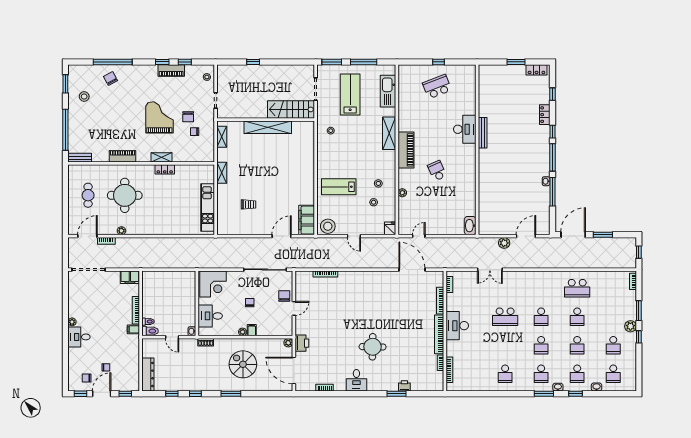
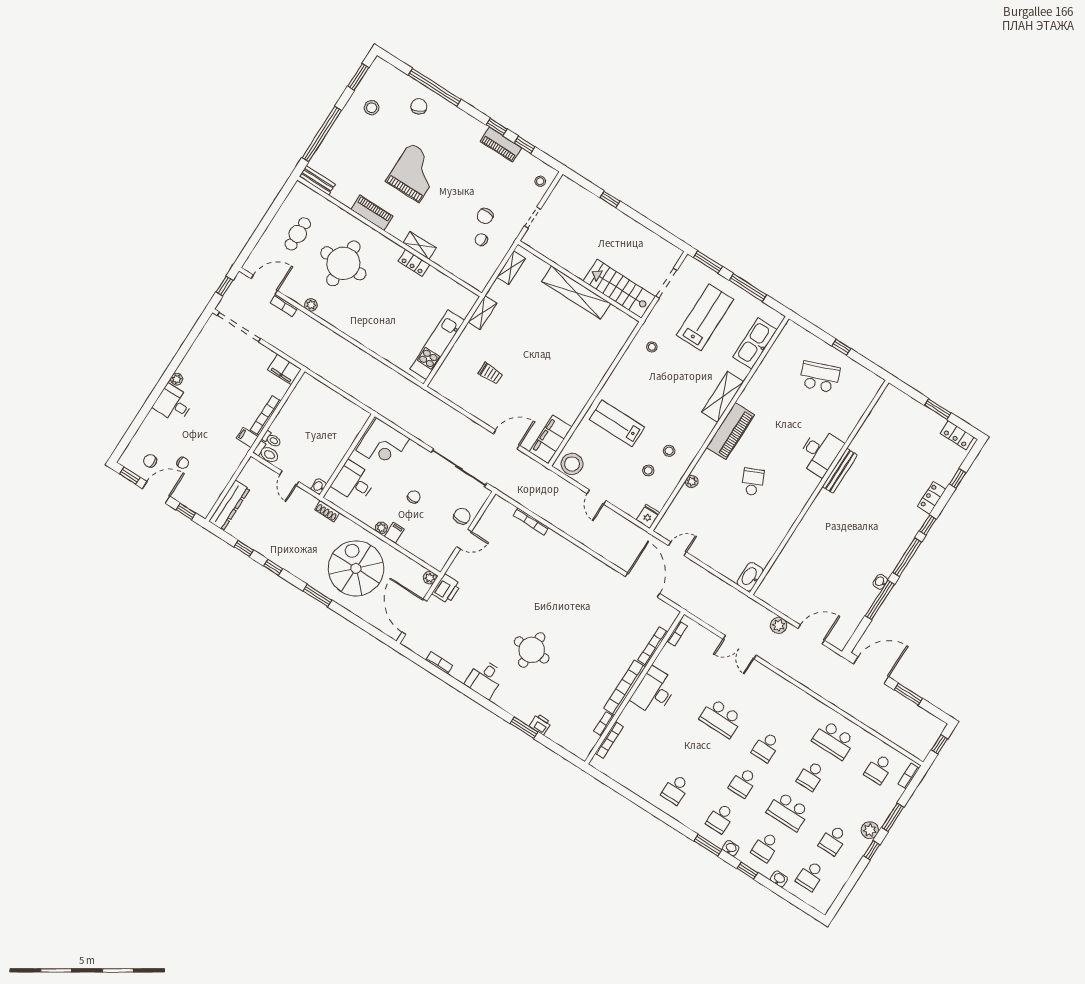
grand piano: (159, 117) -> (415, 173), moved
window: (65, 252) -> (224, 286), added
school desk: (613, 288) -> (879, 769), added
school desk: (577, 345) -> (788, 811), width x1.85
spiral stairs: (243, 364) -> (356, 568), width x1.37, depth x1.37

